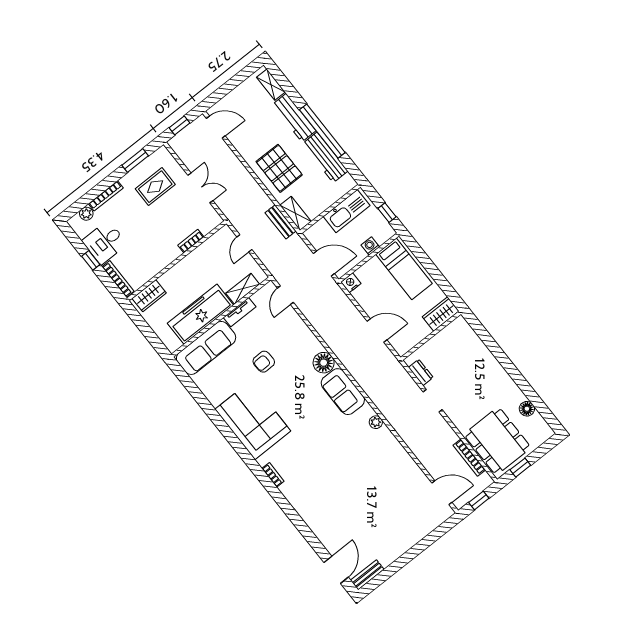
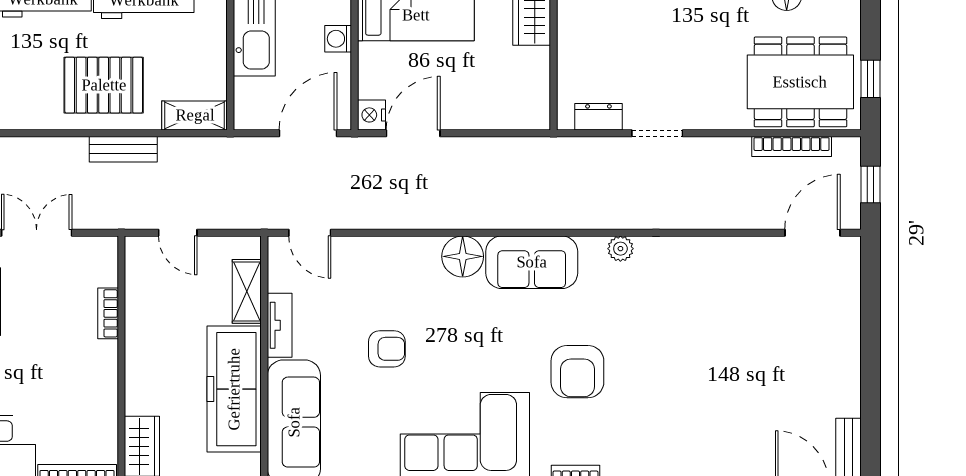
bench: (281, 222) -> (123, 149), moved
door: (377, 331) -> (413, 133), moved
armchair: (264, 362) -> (387, 349), turned -88
armchair: (314, 444) -> (577, 372), added

